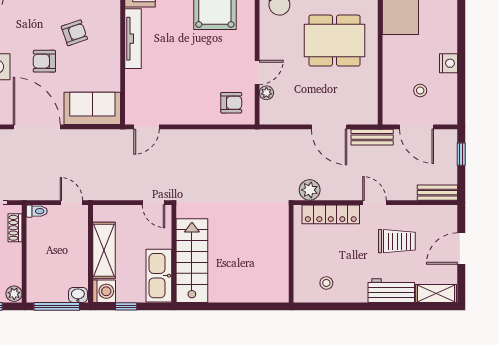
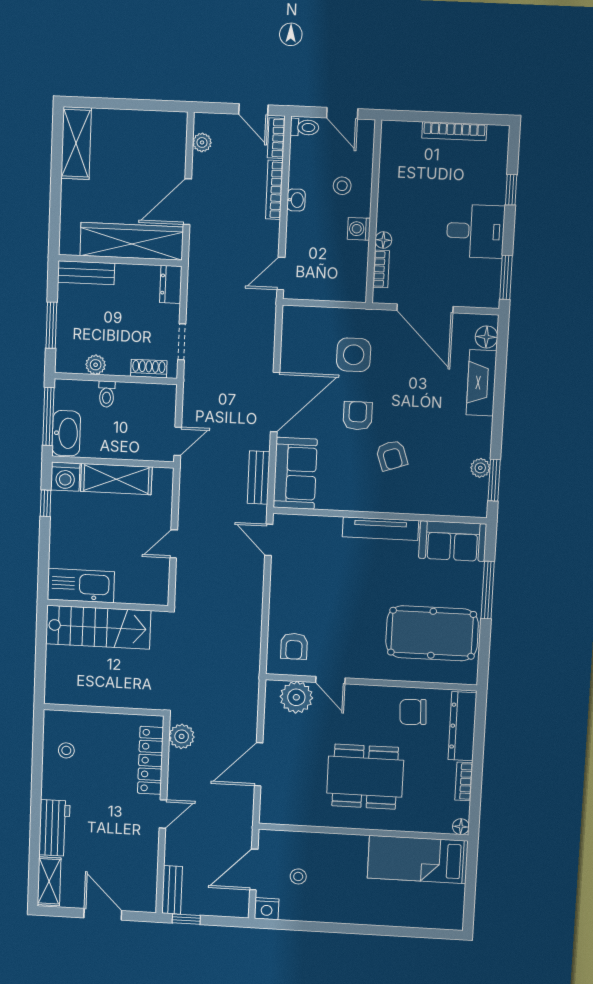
dining table: (334, 41) -> (365, 777), turned 90
nightstand: (449, 63) -> (267, 909), moved
plant: (266, 93) -> (296, 697), width x1.87, depth x1.87
bench: (372, 137) -> (259, 477), moved
window: (461, 154) -> (186, 919), moved
toilet: (37, 211) -> (107, 394), moved
trolley: (397, 241) -> (115, 838), removed
wall: (174, 254) -> (108, 605), moved
stairs: (192, 261) -> (98, 627), moved
kitchen sink: (159, 276) -> (81, 586), moved
plant: (14, 294) -> (96, 365), moved
washbasin: (78, 295) -> (66, 433), width x1.91, depth x1.45

